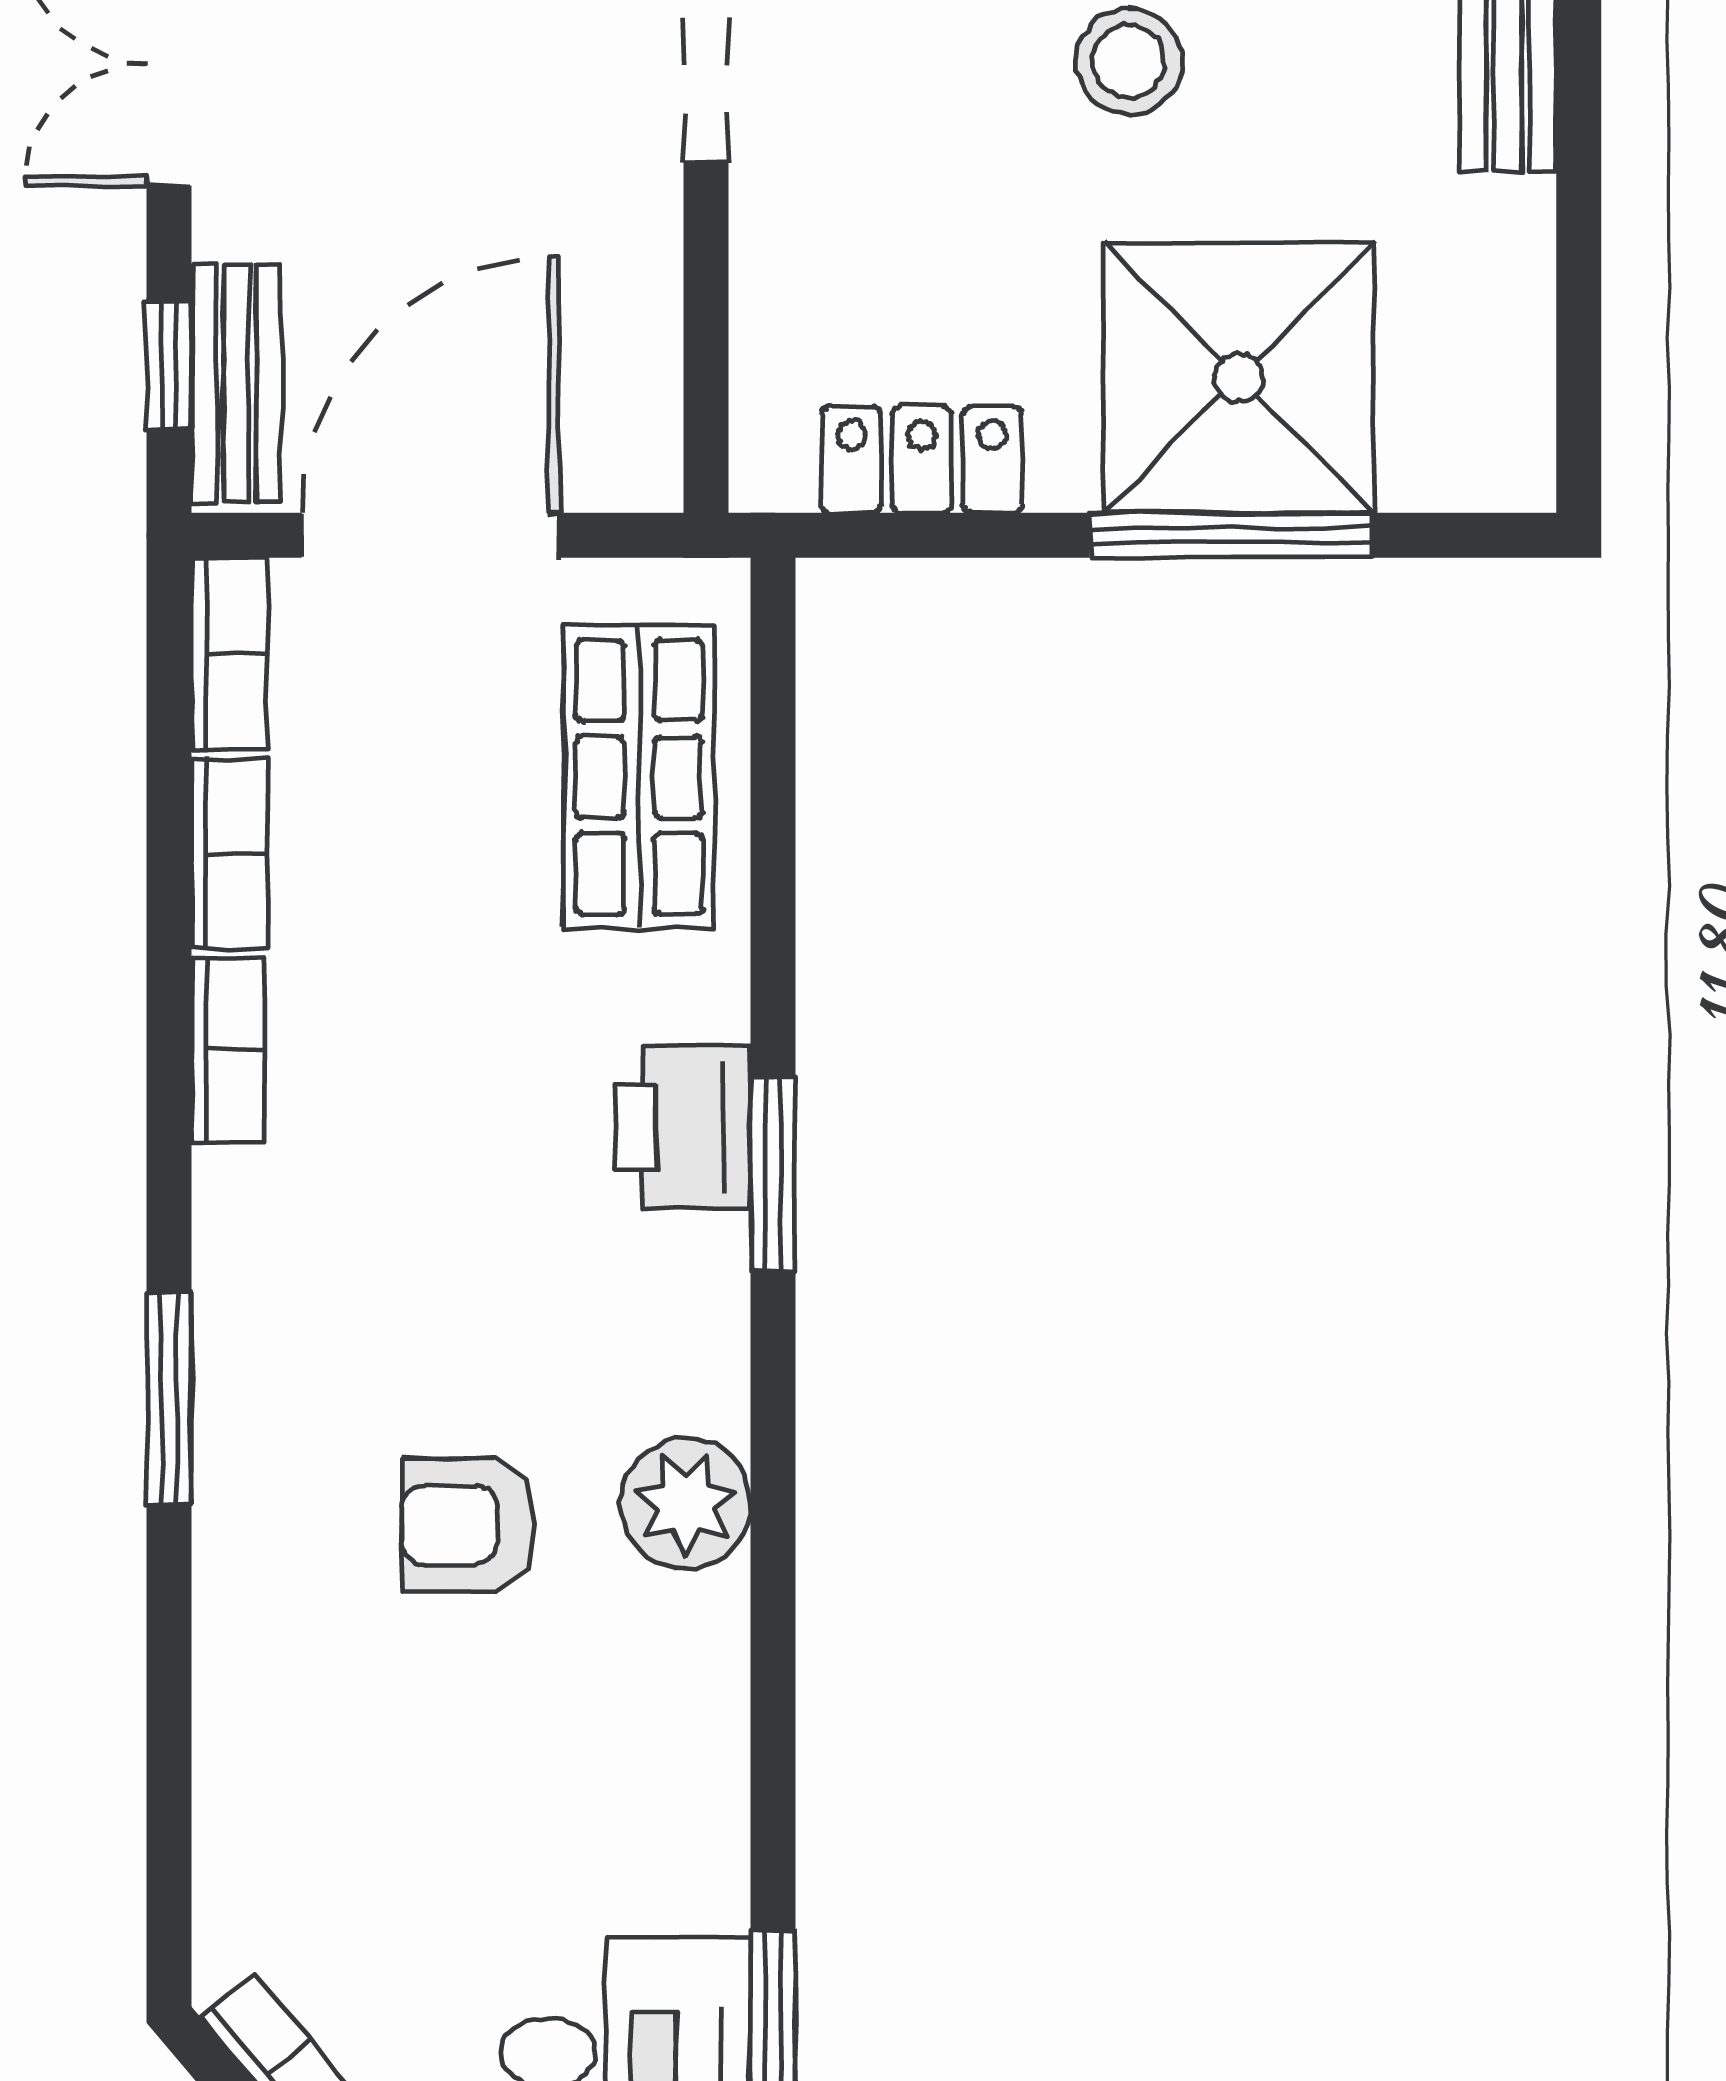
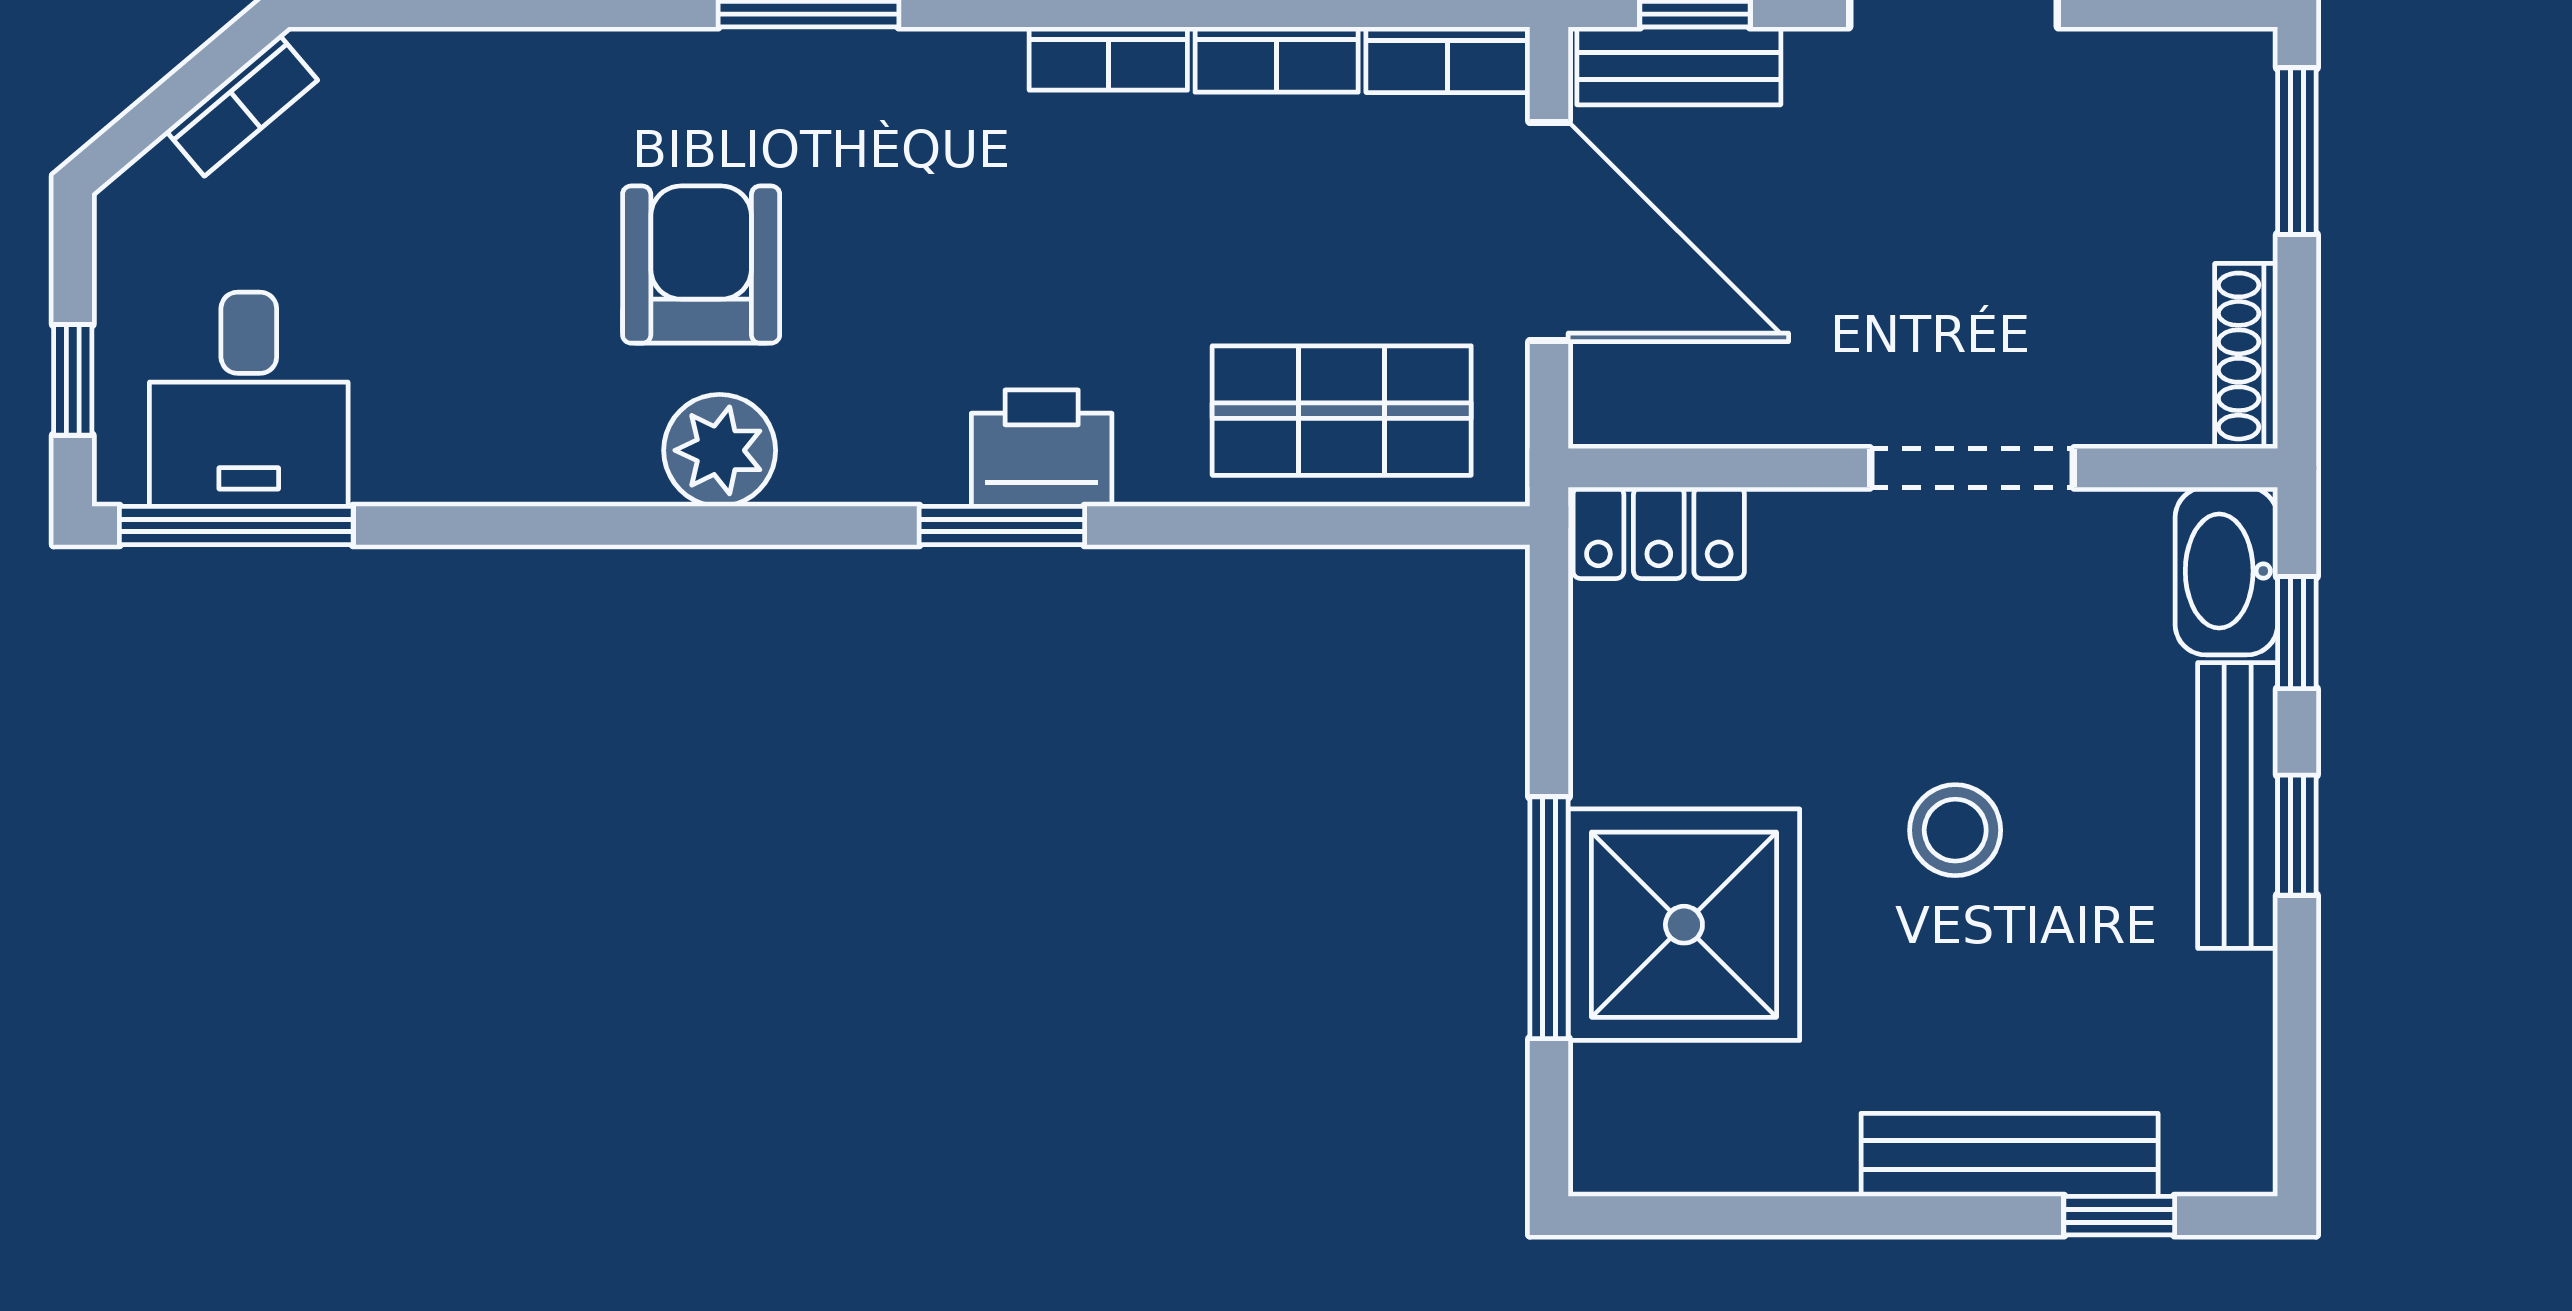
locker: (922, 460) -> (1659, 533), moved, turned 90
armchair: (469, 1525) -> (701, 265), width x1.38, depth x1.38

